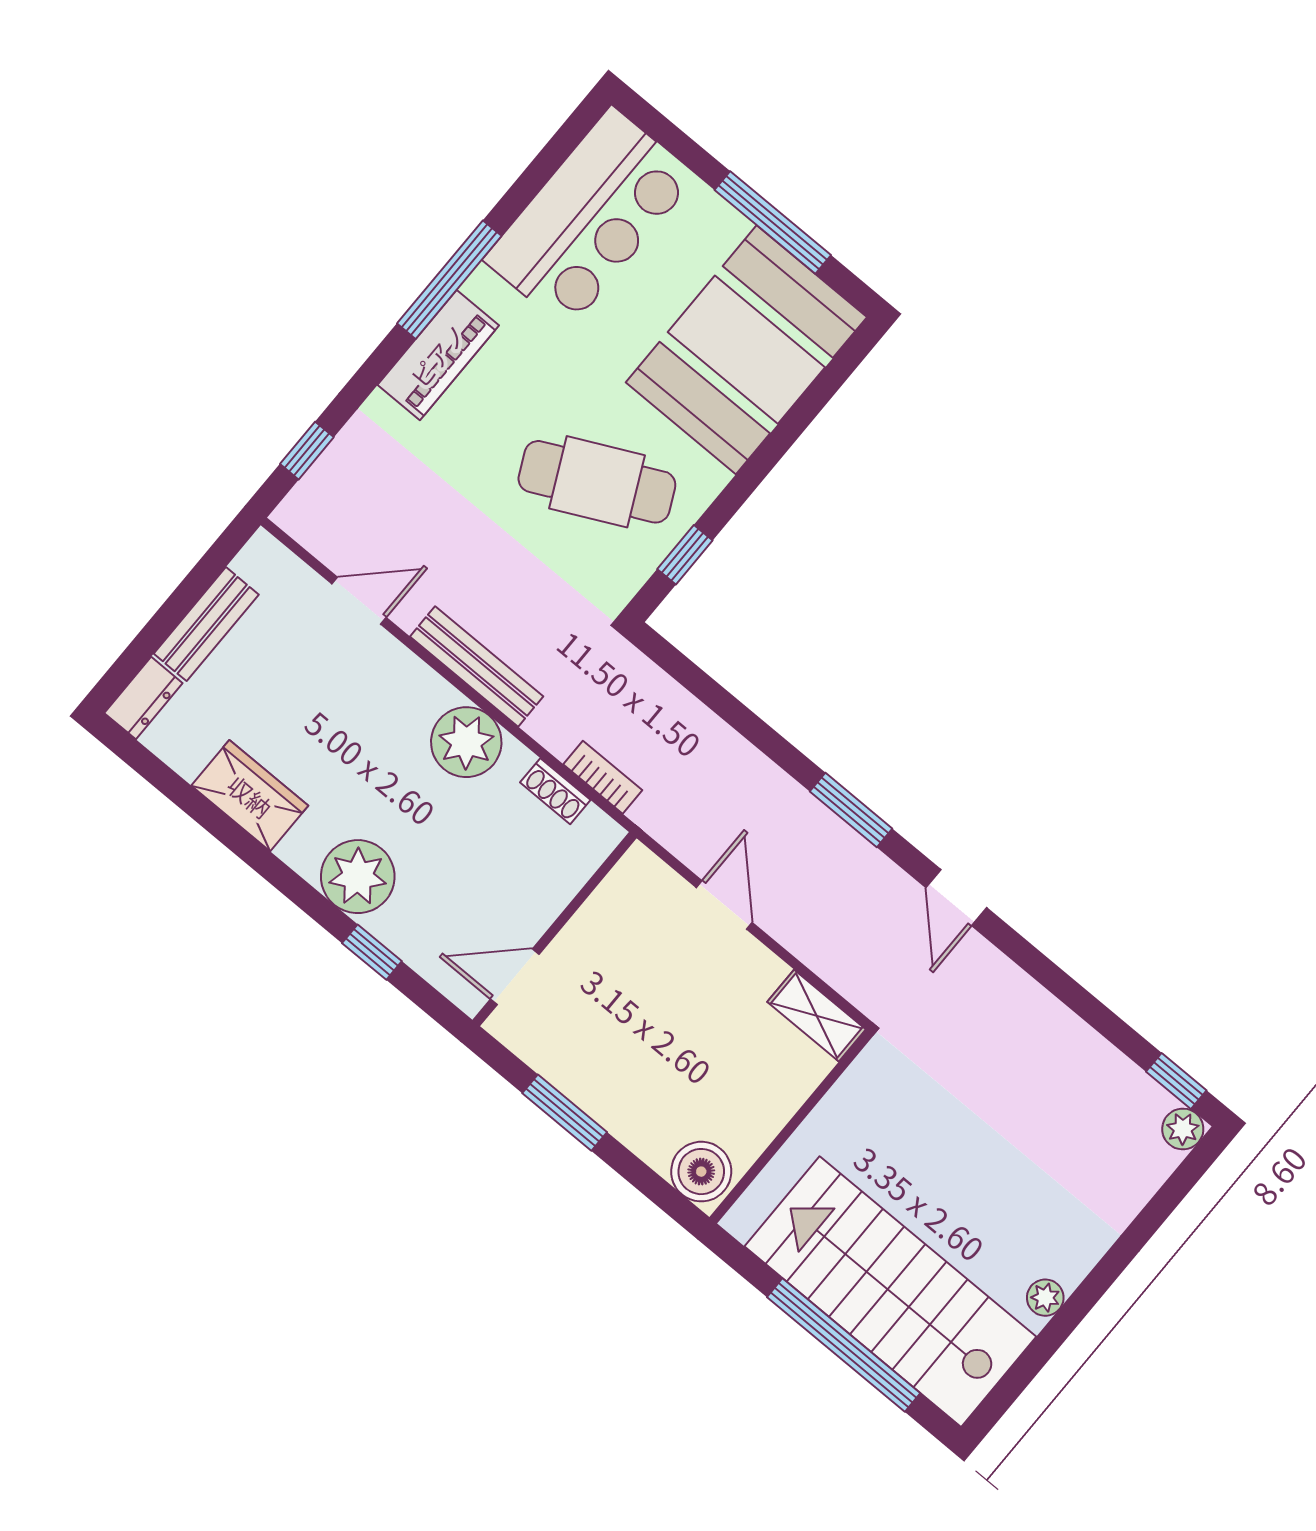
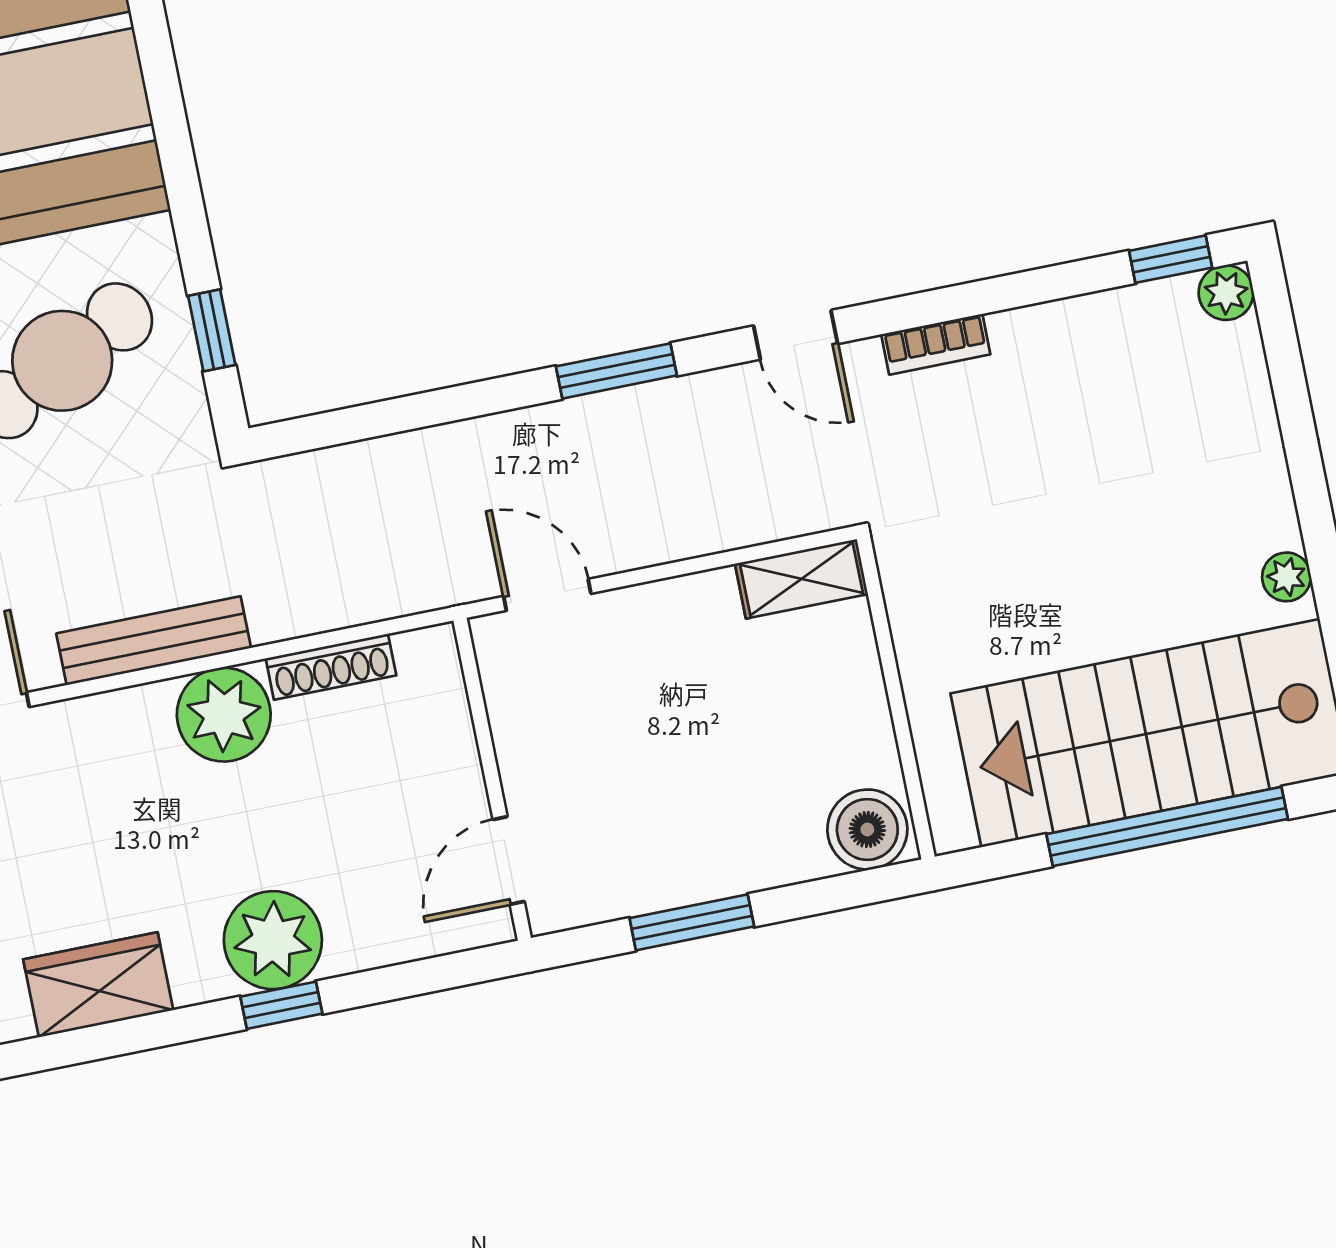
bookcase: (603, 777) -> (936, 344), moved, turned 180
shoe rack: (555, 791) -> (331, 667), width x1.43
door: (724, 905) -> (547, 595), moved
window: (372, 952) -> (281, 1005), moved

